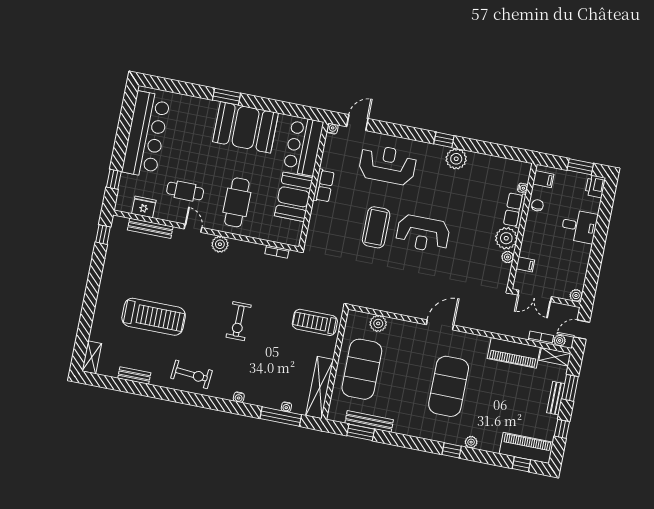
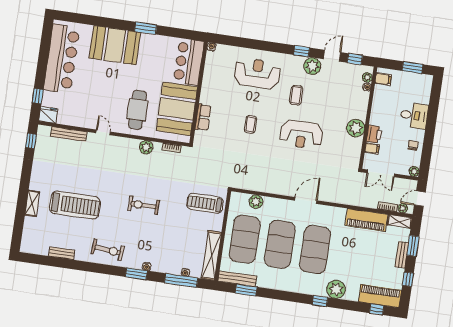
window: (227, 97) -> (146, 28), moved
door: (357, 123) -> (332, 56), moved
booth: (246, 127) -> (115, 45), moved
window: (509, 153) -> (355, 59), added
row of seats: (324, 186) -> (203, 117), moved
printer: (595, 186) -> (374, 134), moved, turned 180
cafe table: (185, 191) -> (95, 103), removed
coffee table: (434, 194) -> (296, 95), added
booth: (294, 197) -> (177, 109), width x1.36, depth x1.42
chair: (537, 205) -> (413, 145), moved
fridge: (144, 207) -> (48, 115), moved
row of seats: (515, 210) -> (361, 105), removed
coffee table: (376, 227) -> (251, 124), width x0.54, depth x0.58
reception desk: (423, 234) -> (301, 135), moved
plant: (220, 244) -> (146, 147), moved
plant: (508, 257) -> (367, 77), moved
exercise bike: (239, 321) -> (144, 205), turned 90
shelving: (92, 357) -> (32, 203), moved
exercise mat: (405, 378) -> (280, 244), added
window: (225, 406) -> (136, 274), added
bench: (369, 421) -> (237, 279), moved
plant: (471, 442) -> (336, 289), width x1.87, depth x1.87

